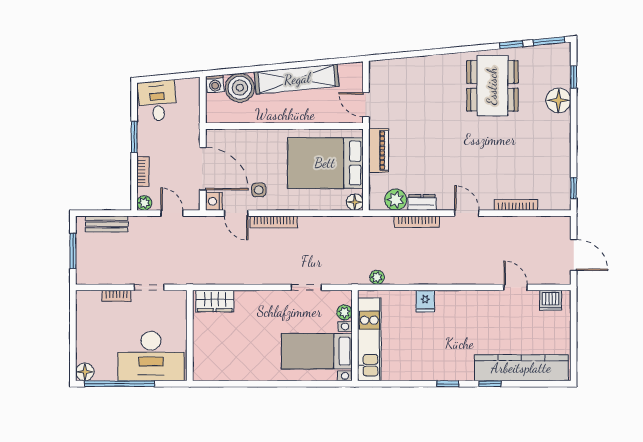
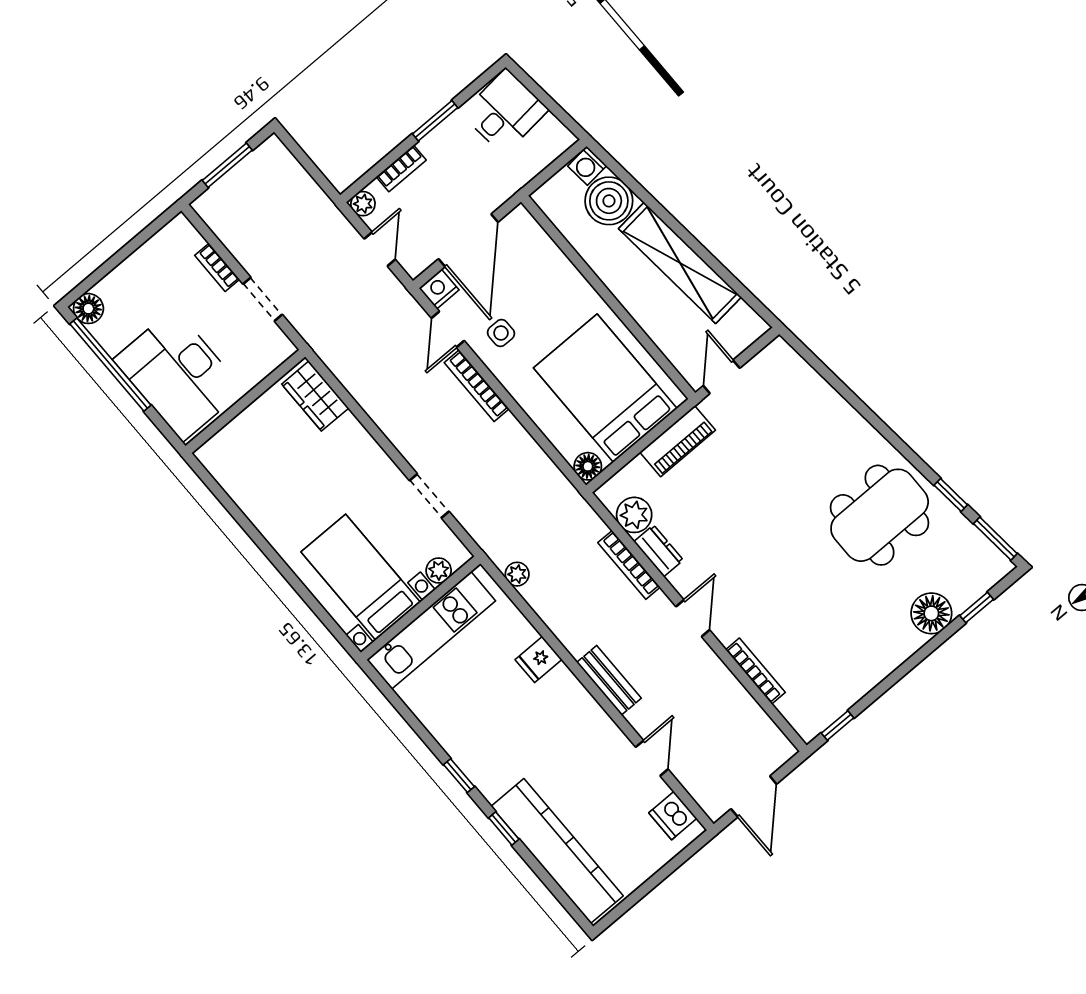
bench: (107, 224) -> (609, 680), moved

